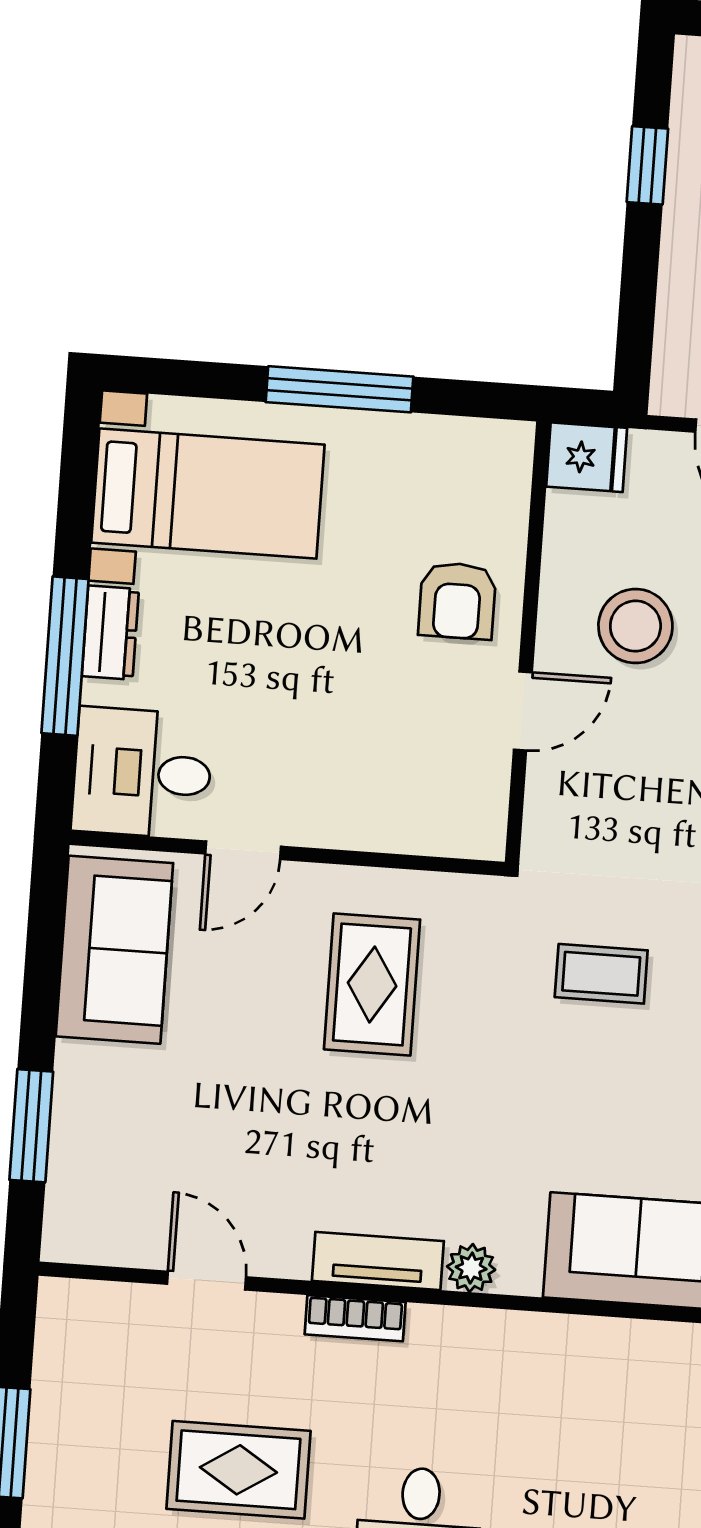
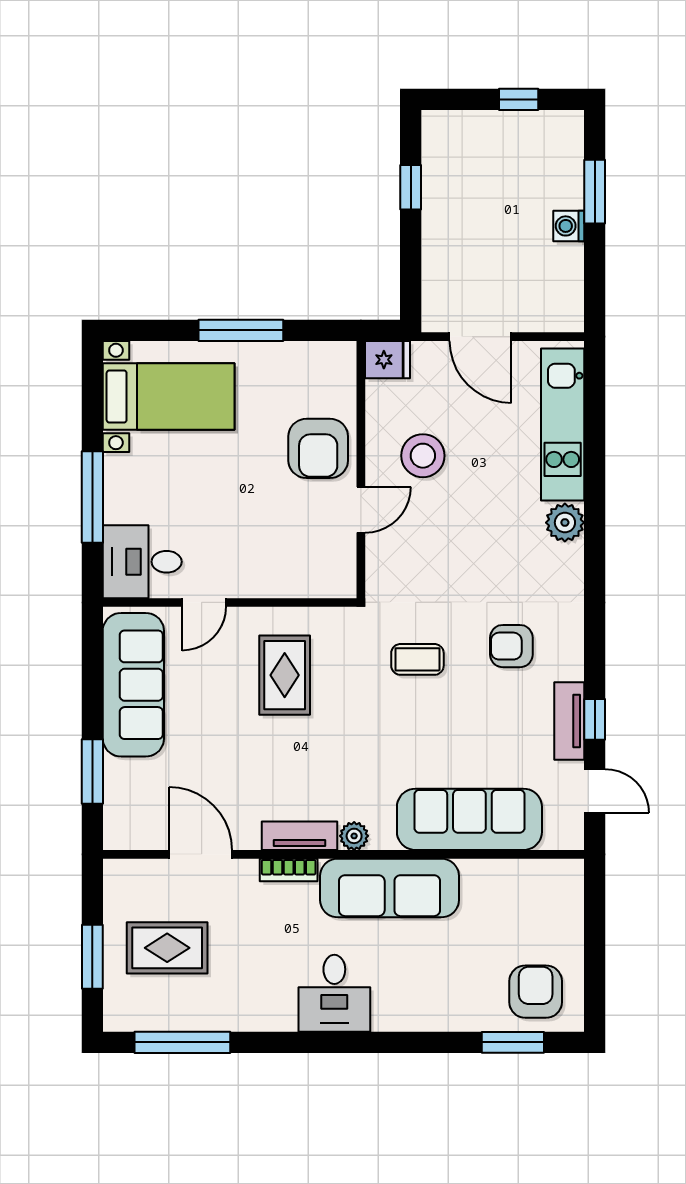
armchair: (457, 601) -> (318, 448), width x1.38, depth x1.38
dresser: (110, 633) -> (118, 481), removed
sofa: (114, 950) -> (133, 685), width x1.36
door: (206, 1281) -> (201, 854), width x1.38
sofa: (525, 1361) -> (390, 888), added
rug: (238, 1470) -> (167, 948), moved

